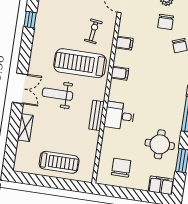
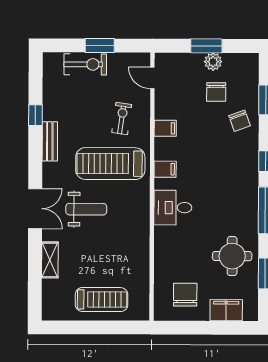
weight bench: (57, 94) -> (86, 209), turned 180
bench: (96, 115) -> (50, 141), moved
desk: (119, 116) -> (173, 208), moved
filing cabinet: (161, 185) -> (226, 310), moved

